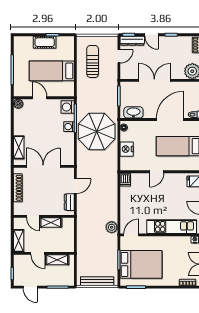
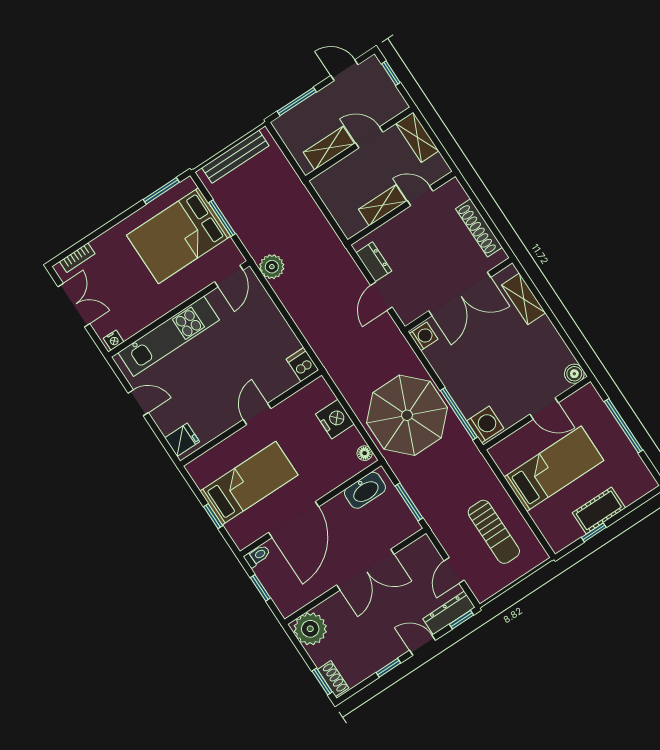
washing machine: (69, 127) -> (424, 336), moved

